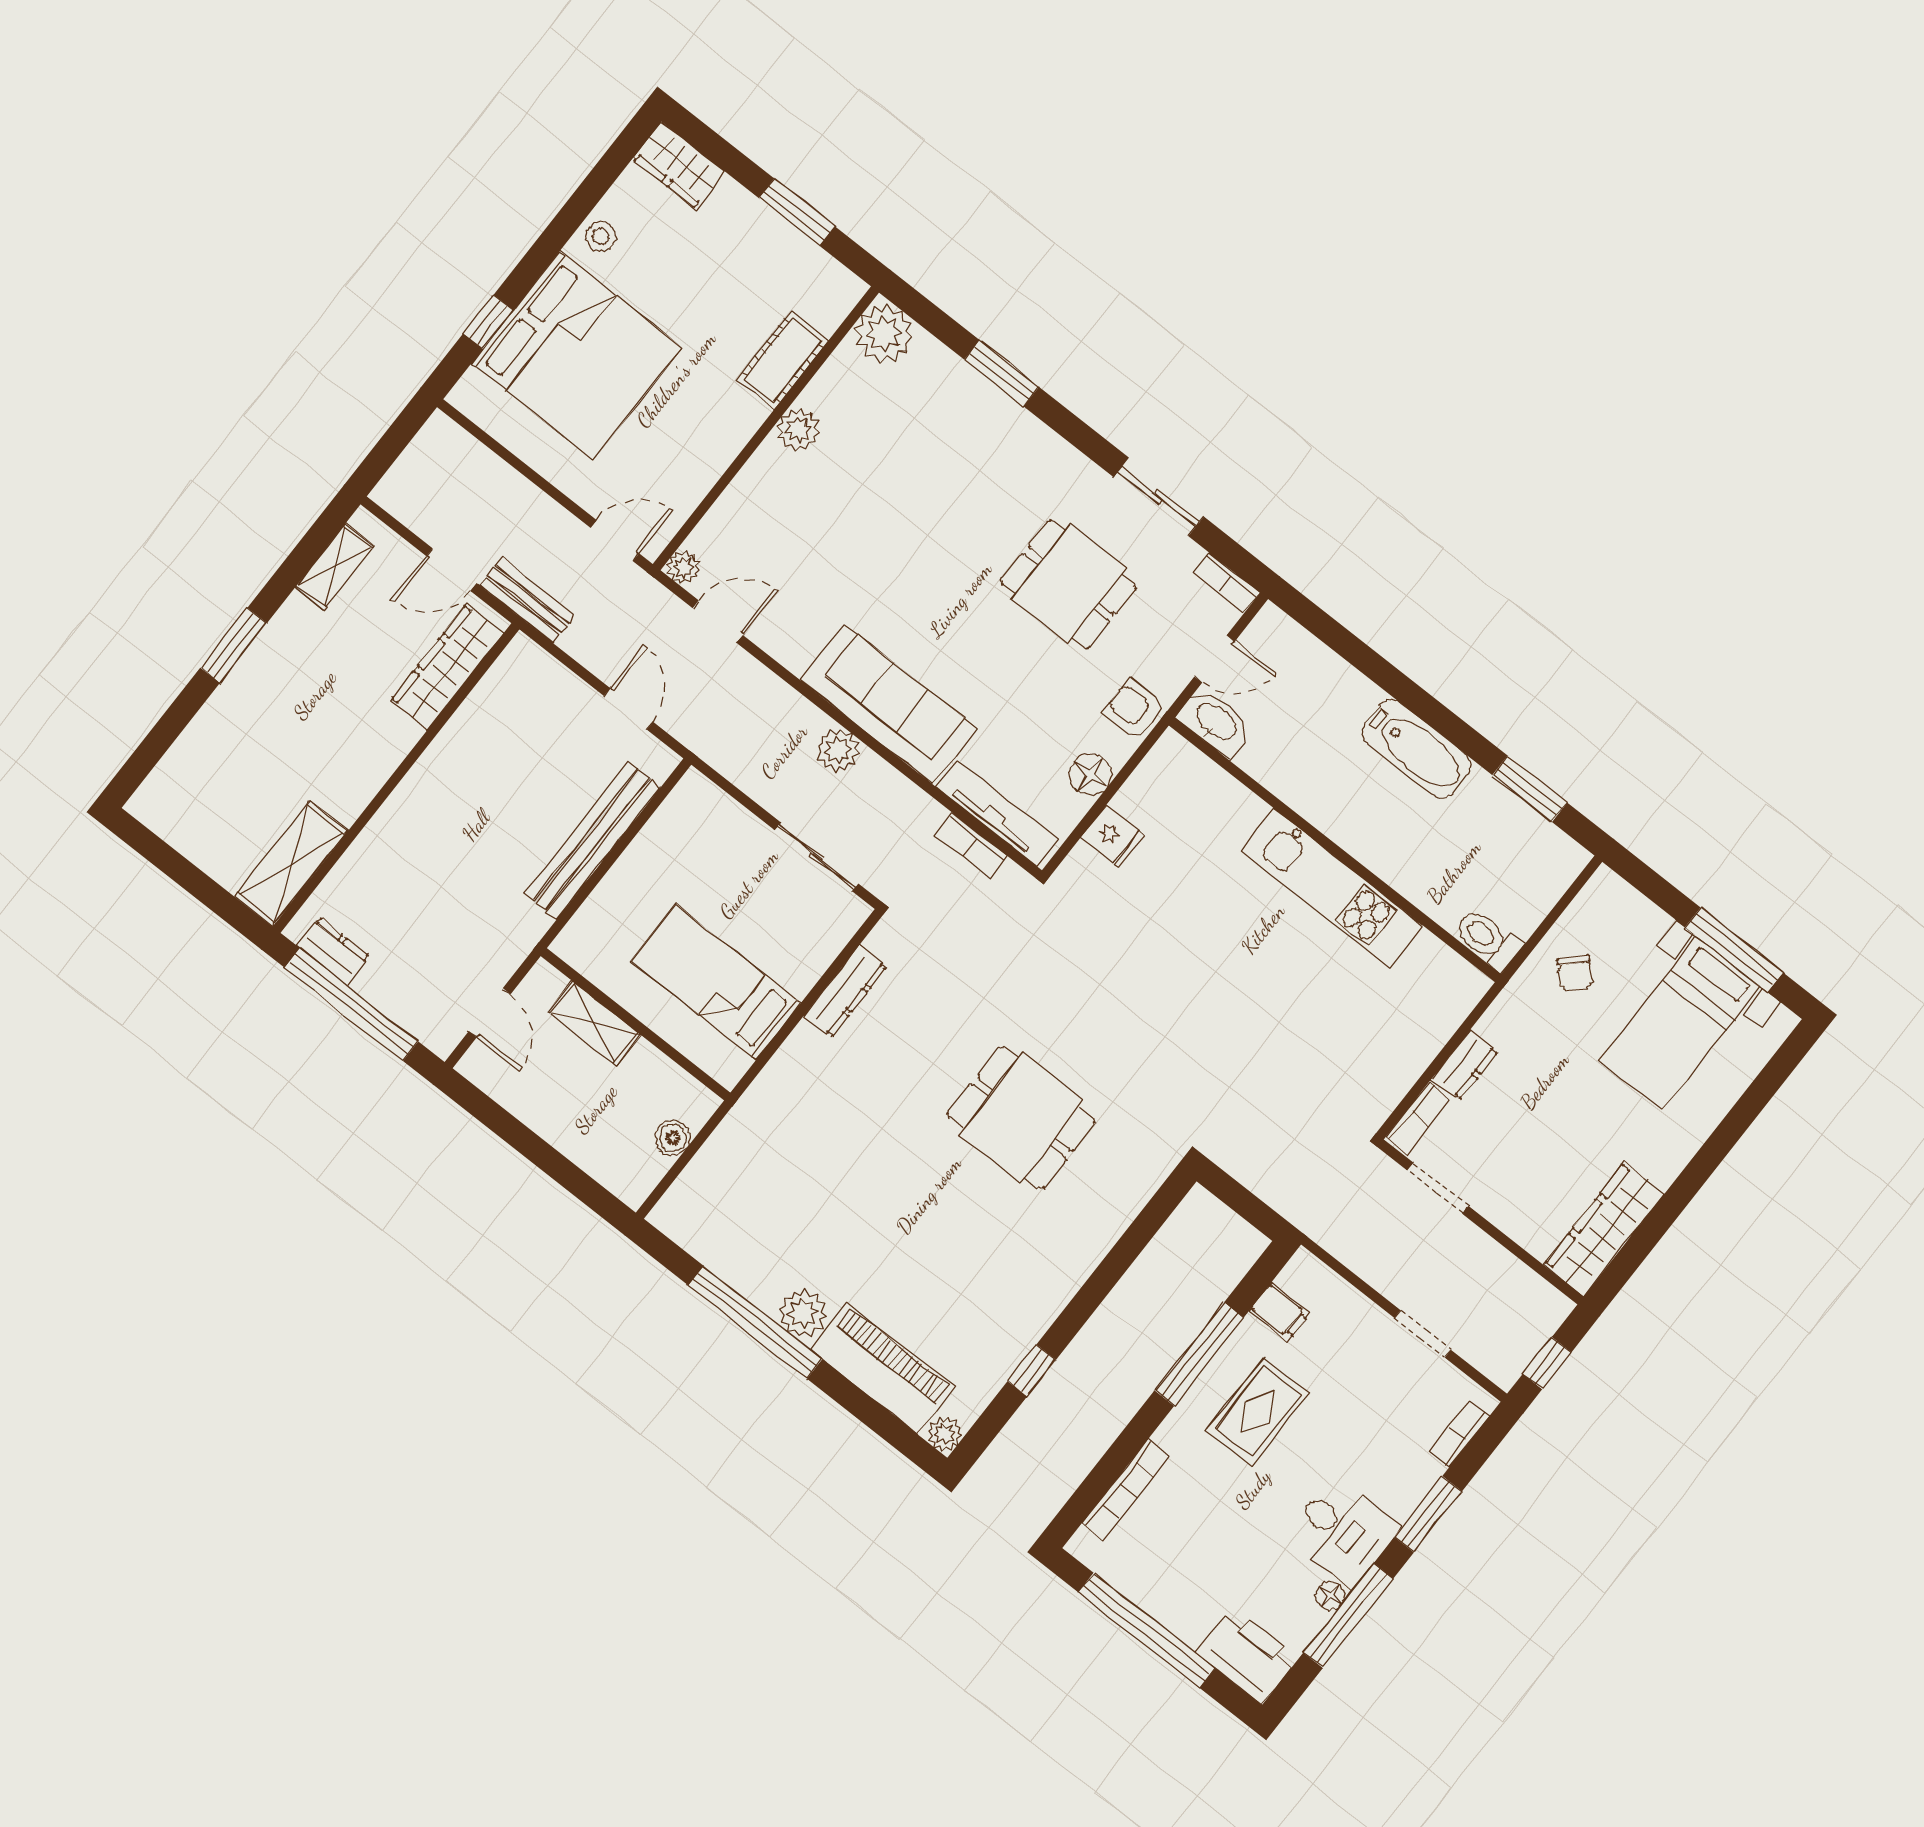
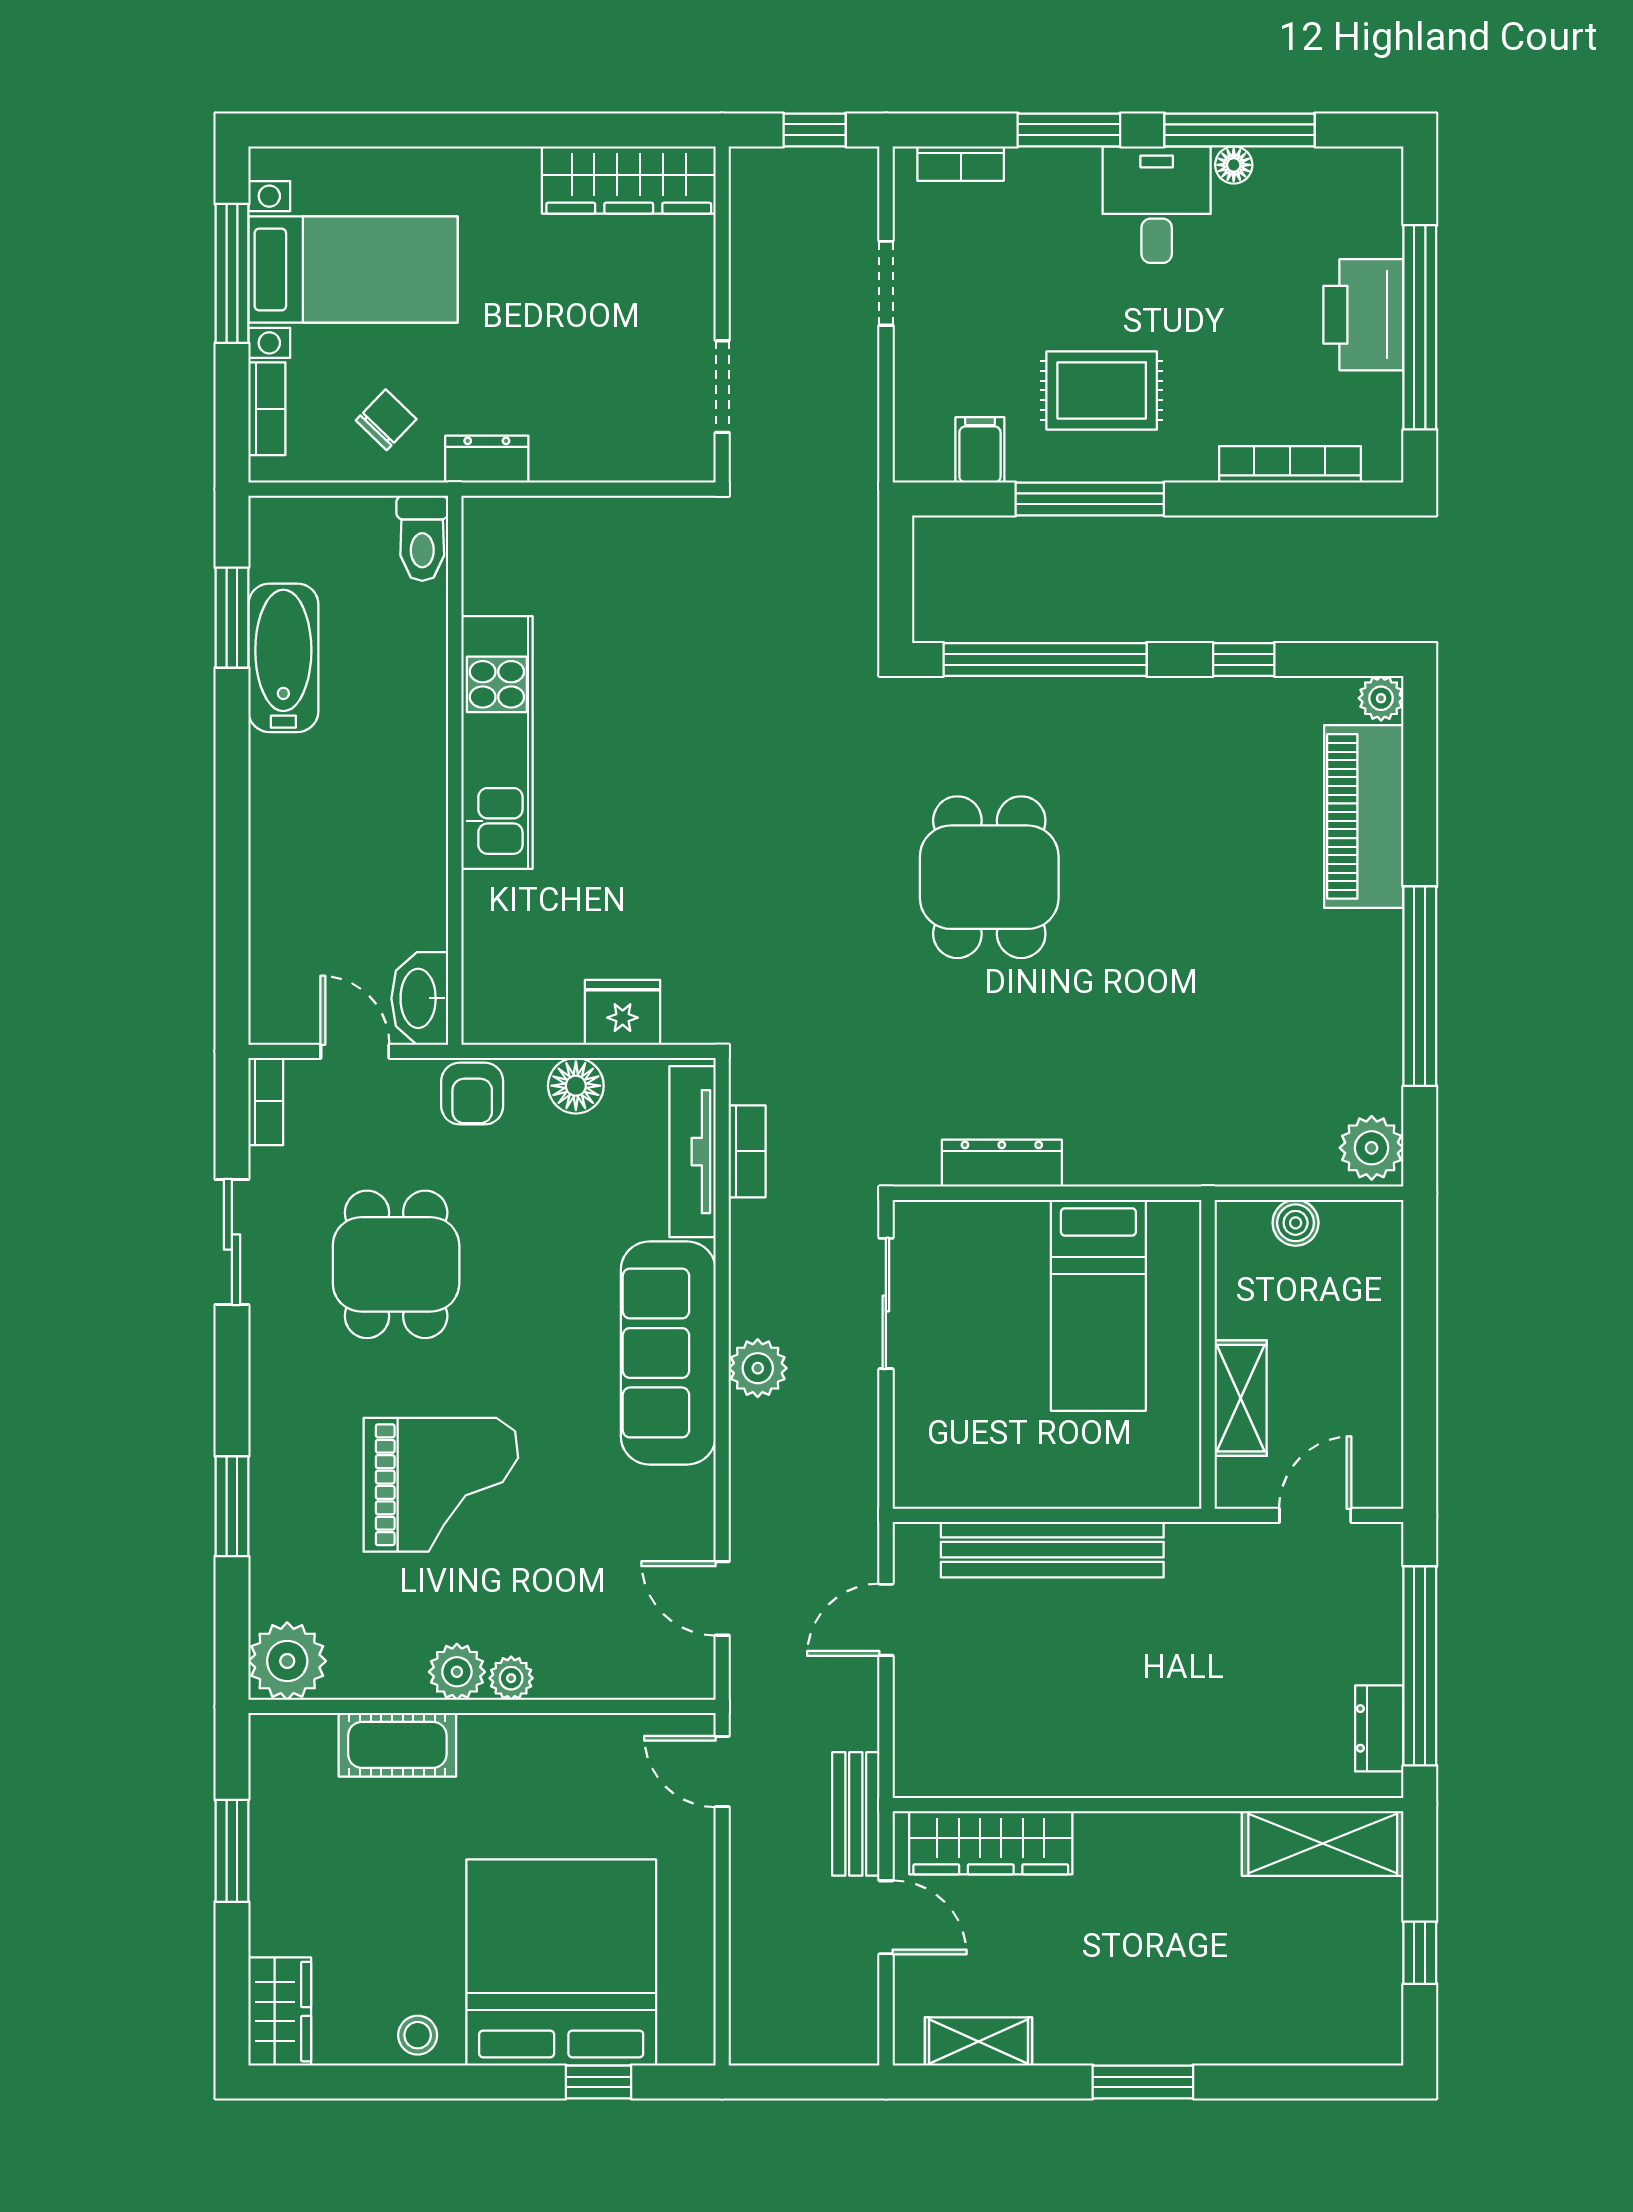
grand piano: (917, 507) -> (441, 1485), added
plant: (683, 567) -> (511, 1678), moved
bathtub: (1416, 749) -> (283, 658), moved
fridge: (1112, 836) -> (623, 1012), width x1.38
window: (181, 870) -> (1420, 1953), added
dresser: (1465, 1065) -> (487, 459), moved
bookcase: (1419, 1118) -> (267, 409), moved, turned 90
window: (1125, 1252) -> (1045, 659), added
plant: (803, 1313) -> (1372, 1148), moved
printer: (1248, 1656) -> (1363, 315), moved

